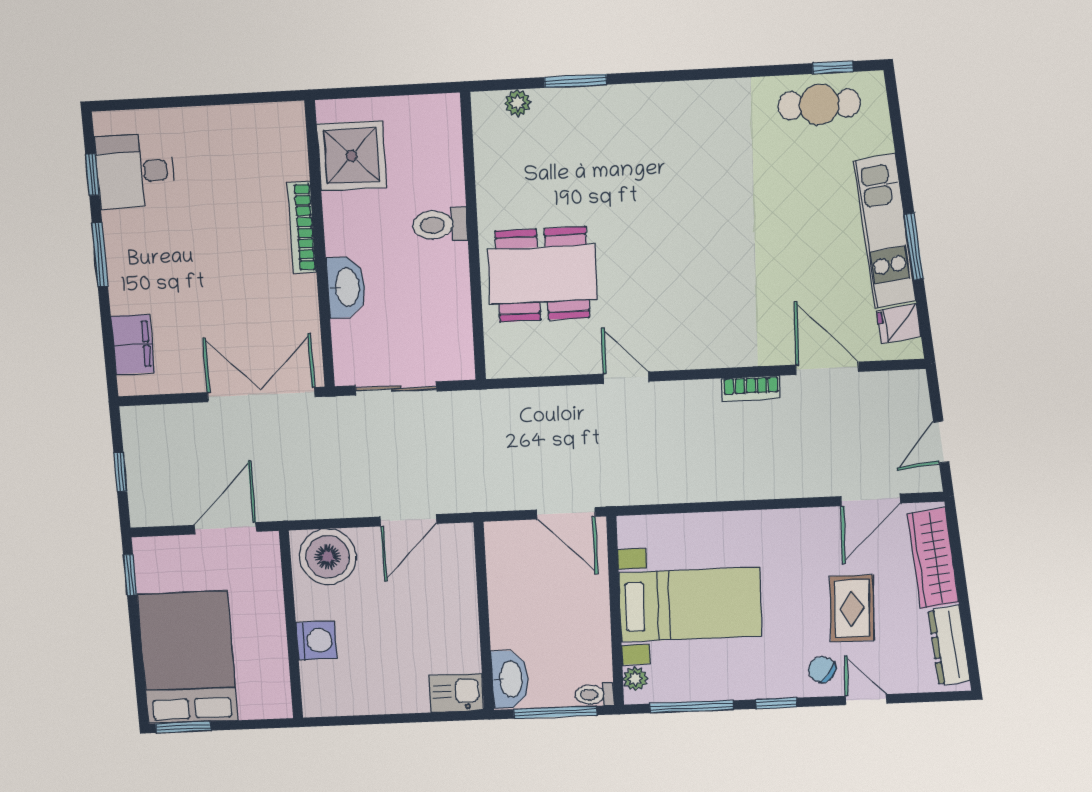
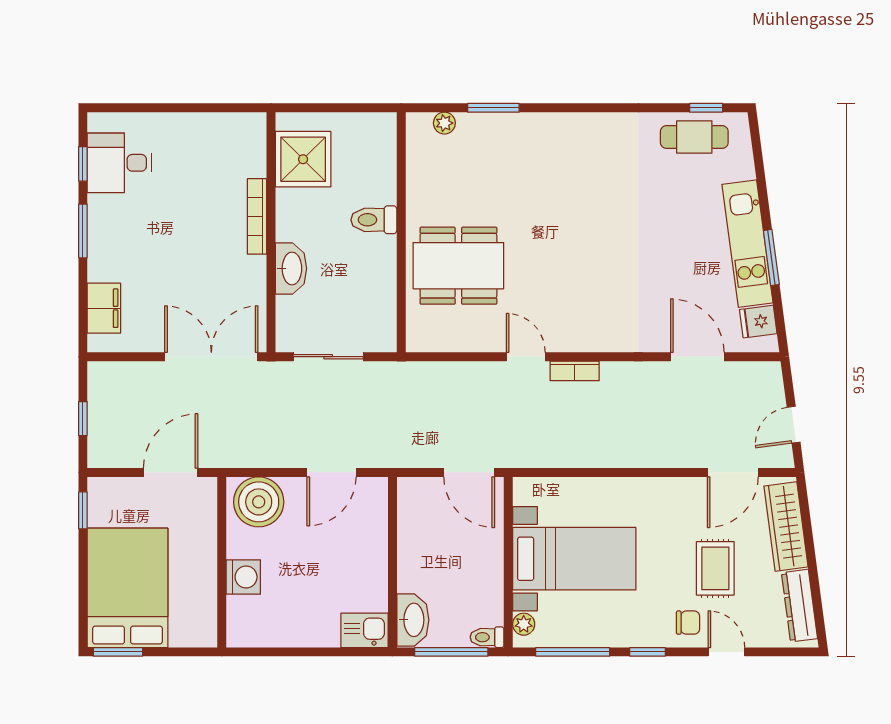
bookcase: (751, 388) -> (575, 371), moved
chair: (822, 669) -> (688, 623), turned 142

